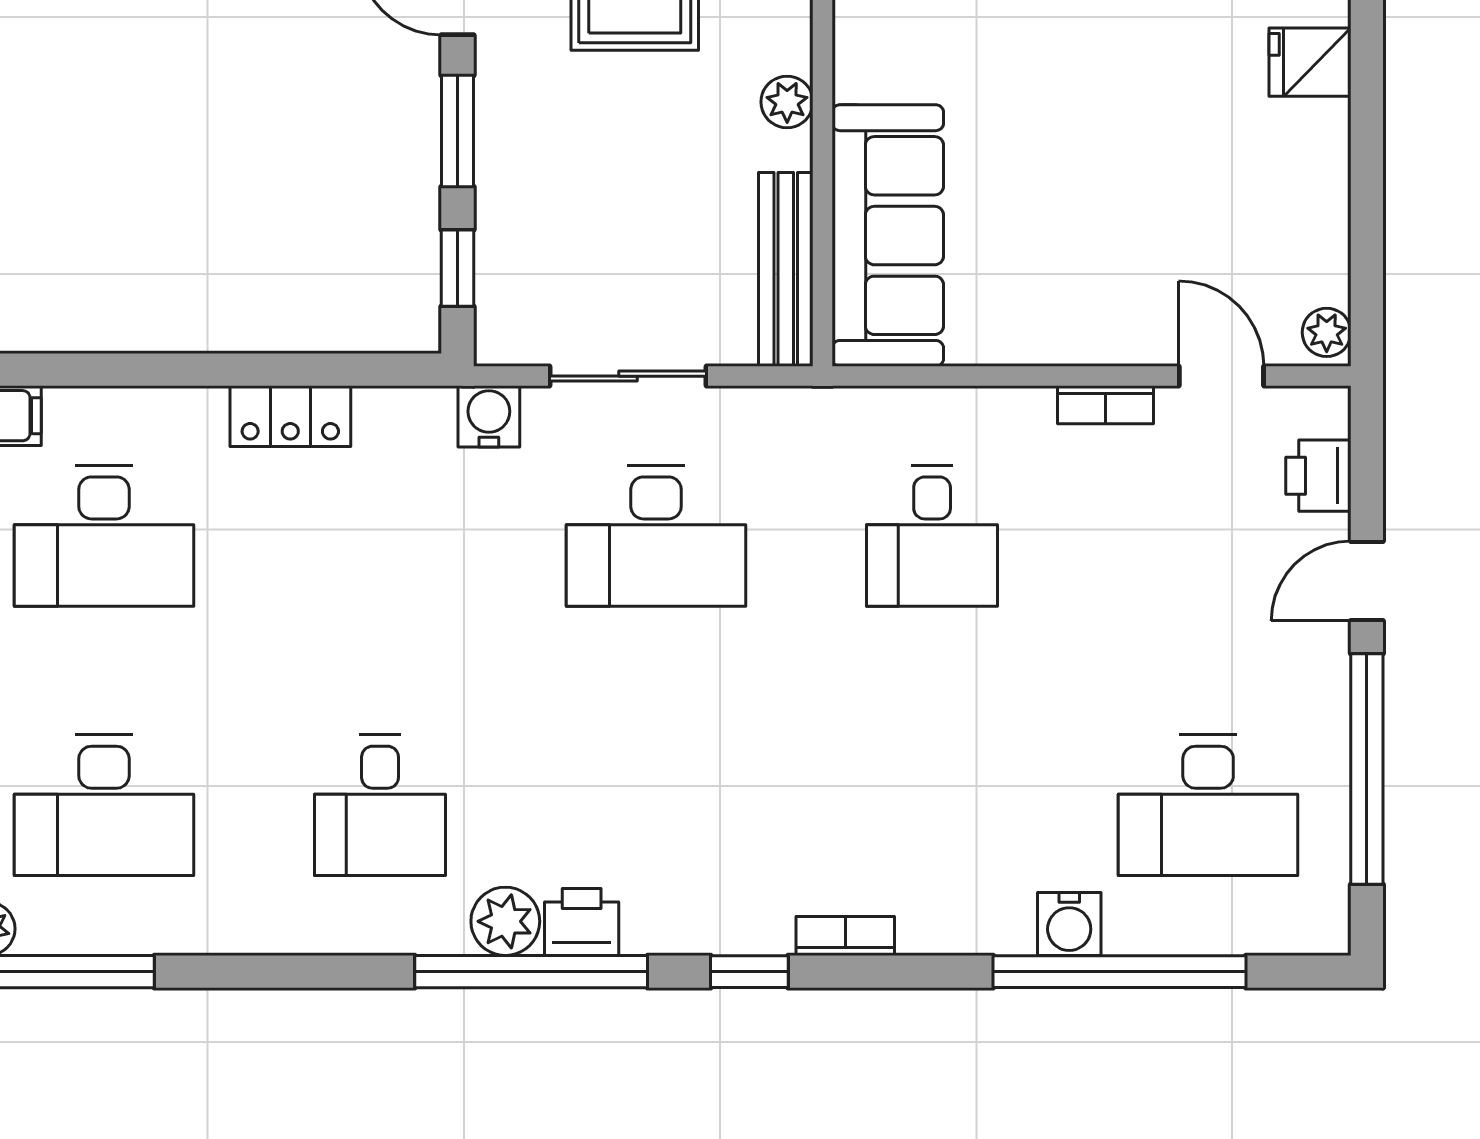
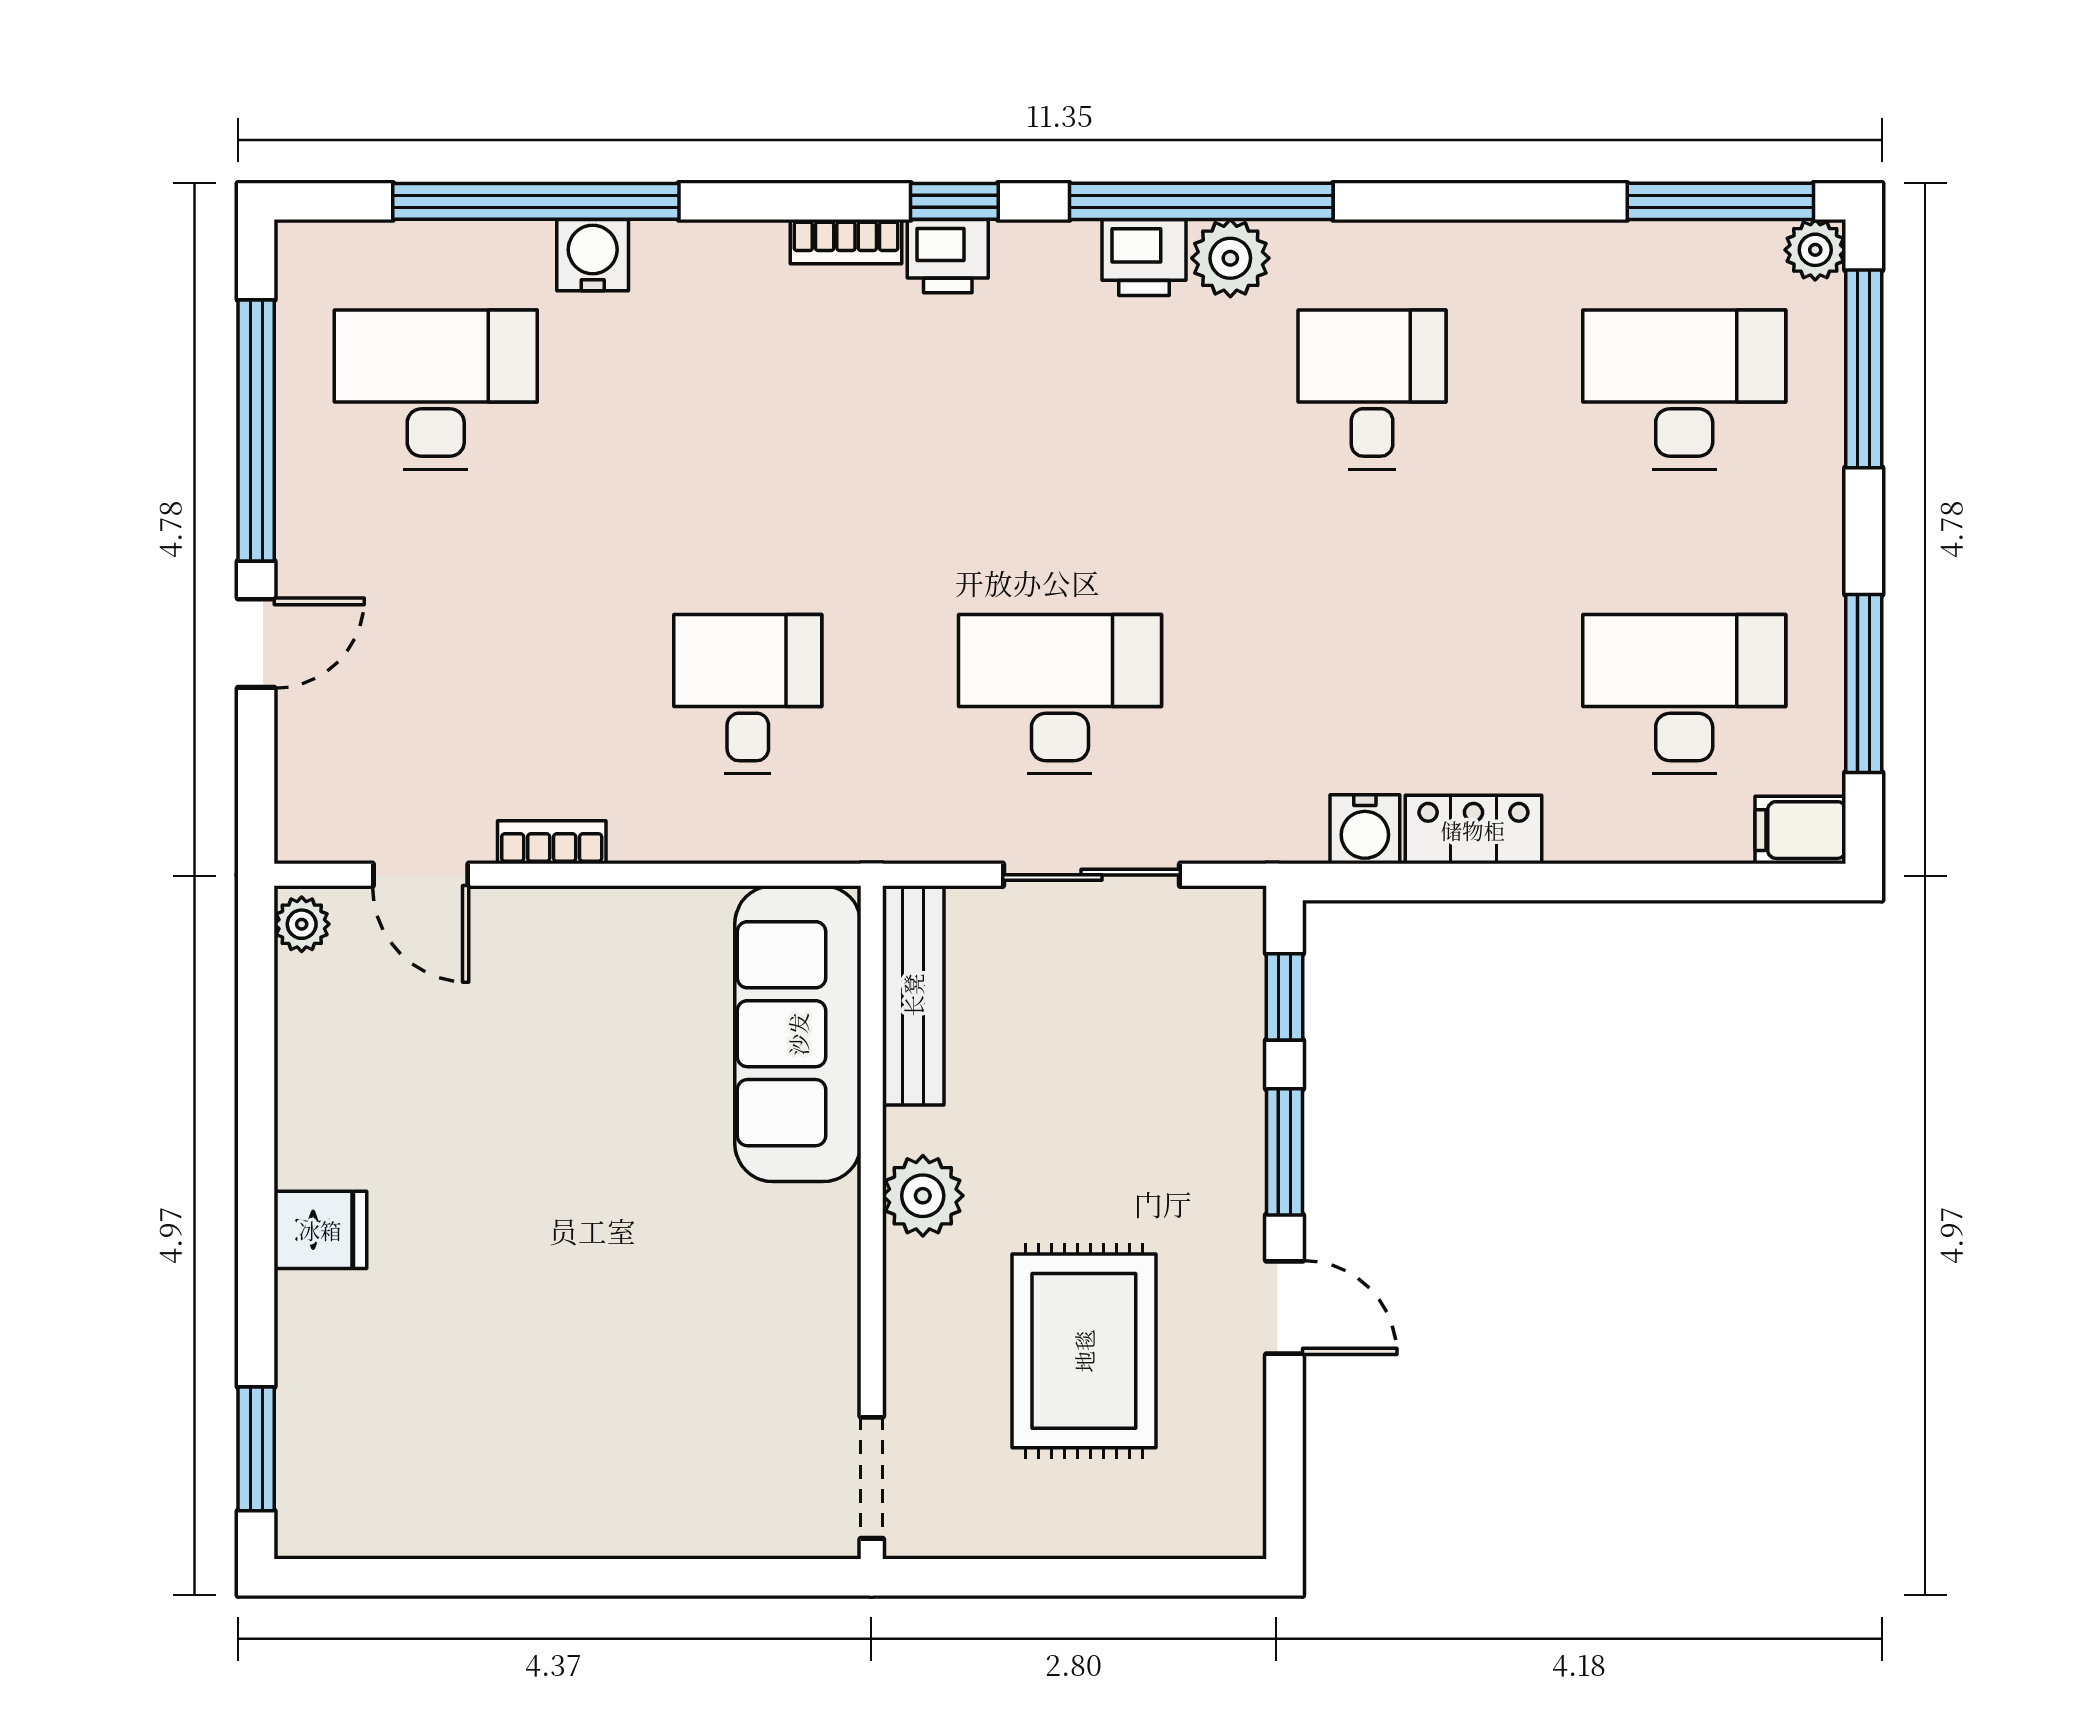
plant: (787, 102) -> (923, 1196), width x1.38, depth x1.38
water cooler: (489, 416) -> (1365, 829), moved
printer: (1318, 476) -> (948, 256), moved, turned 90

